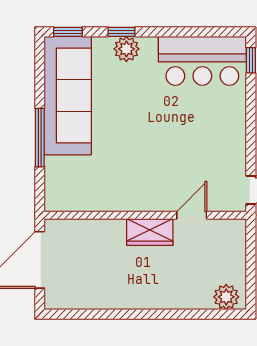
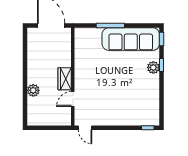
bar counter: (202, 61) -> (148, 104), removed
door: (192, 215) -> (73, 99), swing flipped
plant: (226, 297) -> (33, 90), moved

